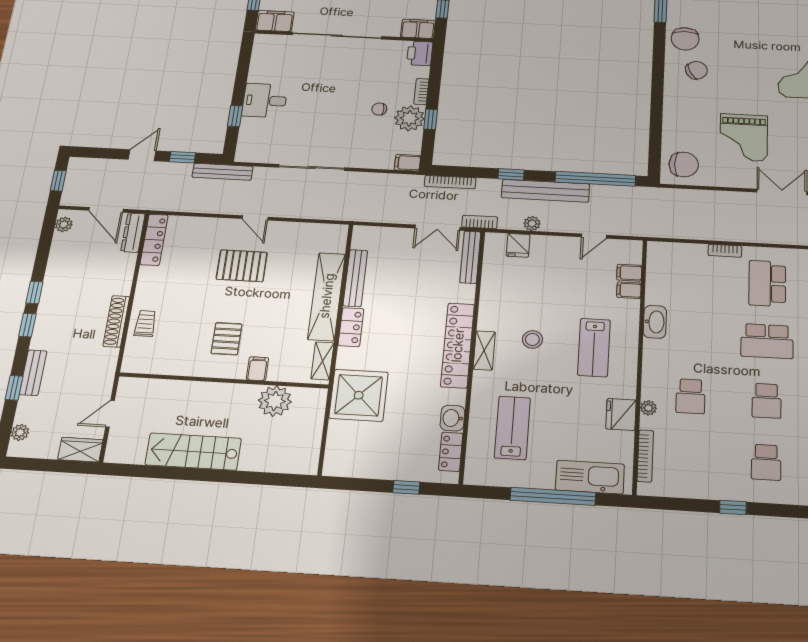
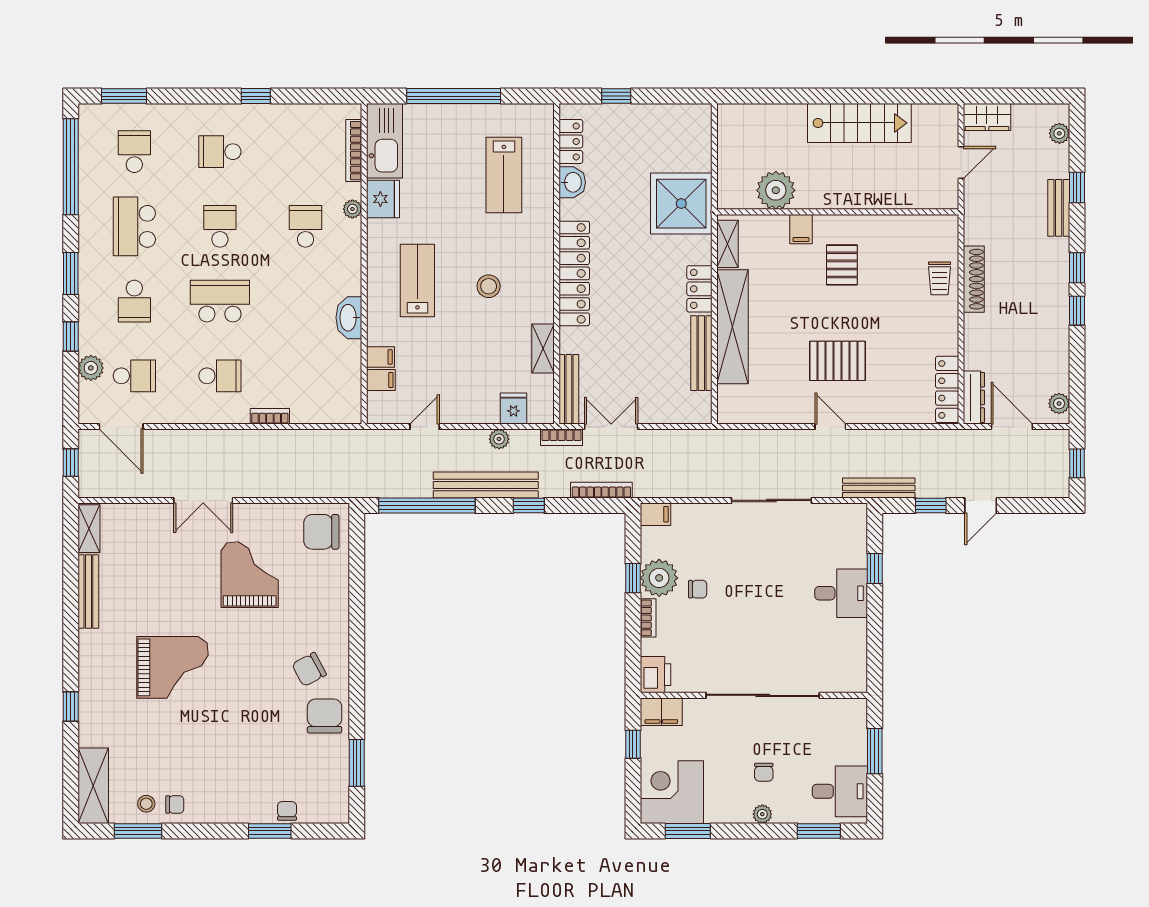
filing cabinet: (275, 21) -> (844, 713), removed
school desk: (767, 283) -> (220, 376), width x0.54
shelving: (484, 351) -> (543, 349), moved
school desk: (766, 462) -> (220, 152), turned -90
kitchen sink: (590, 477) -> (385, 141), moved, turned -90

